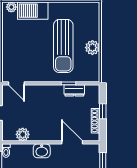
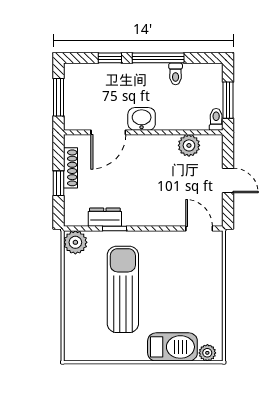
plant: (92, 48) -> (75, 242), moved
door: (72, 142) -> (108, 132), hinge flipped
washbasin: (42, 151) -> (142, 119), moved

